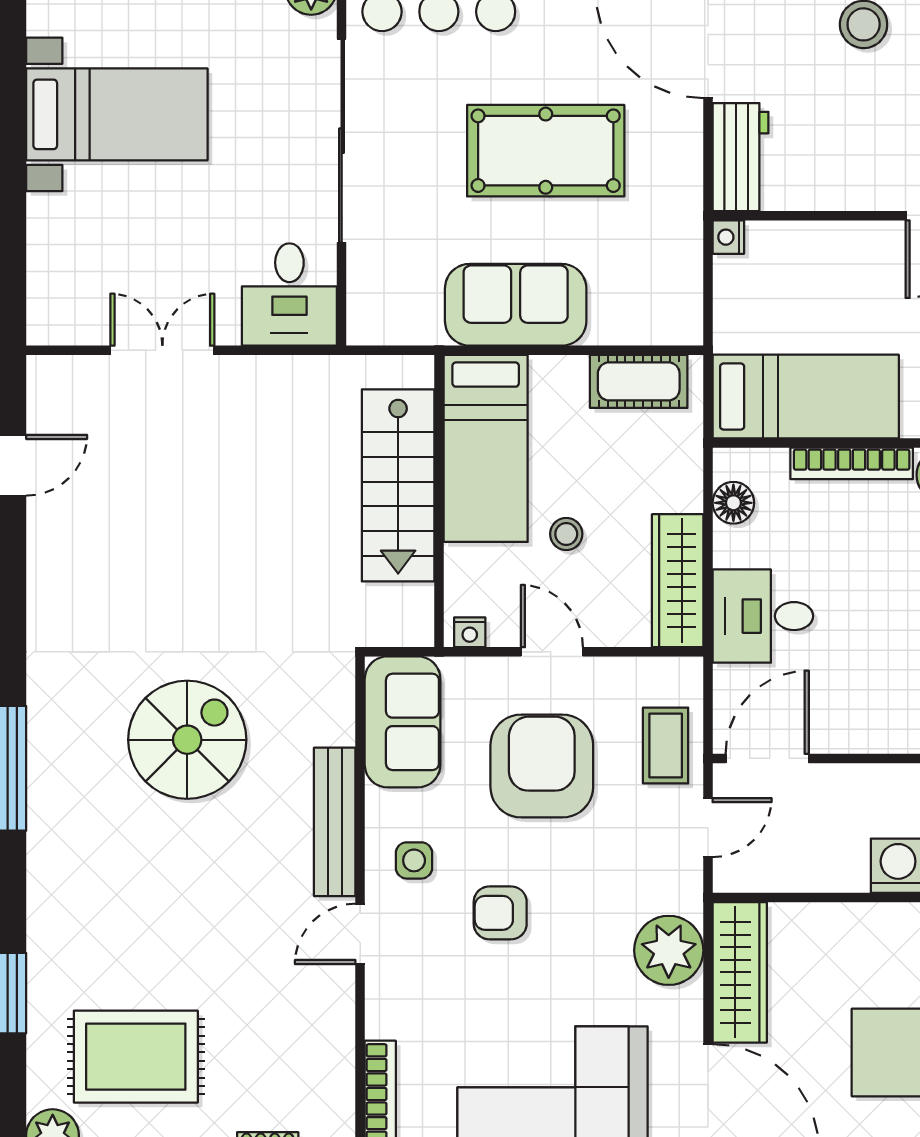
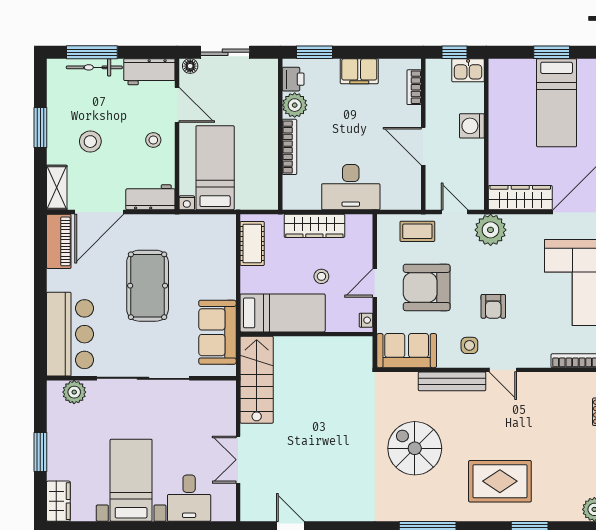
stool: (867, 163) -> (153, 140), added
desk: (289, 294) -> (189, 498), moved, turned 90
sofa: (516, 305) -> (217, 332), moved
bed: (806, 397) -> (215, 168), moved
stairs: (398, 485) -> (257, 380), moved, turned -90
floor lamp: (733, 503) -> (307, 201), removed
wardrobe: (678, 581) -> (314, 226), moved
desk: (763, 616) -> (351, 187), width x1.37
door: (767, 758) -> (423, 146), moved
plant: (669, 950) -> (491, 230), moved
rug: (136, 1057) -> (500, 481), moved, turned 90

